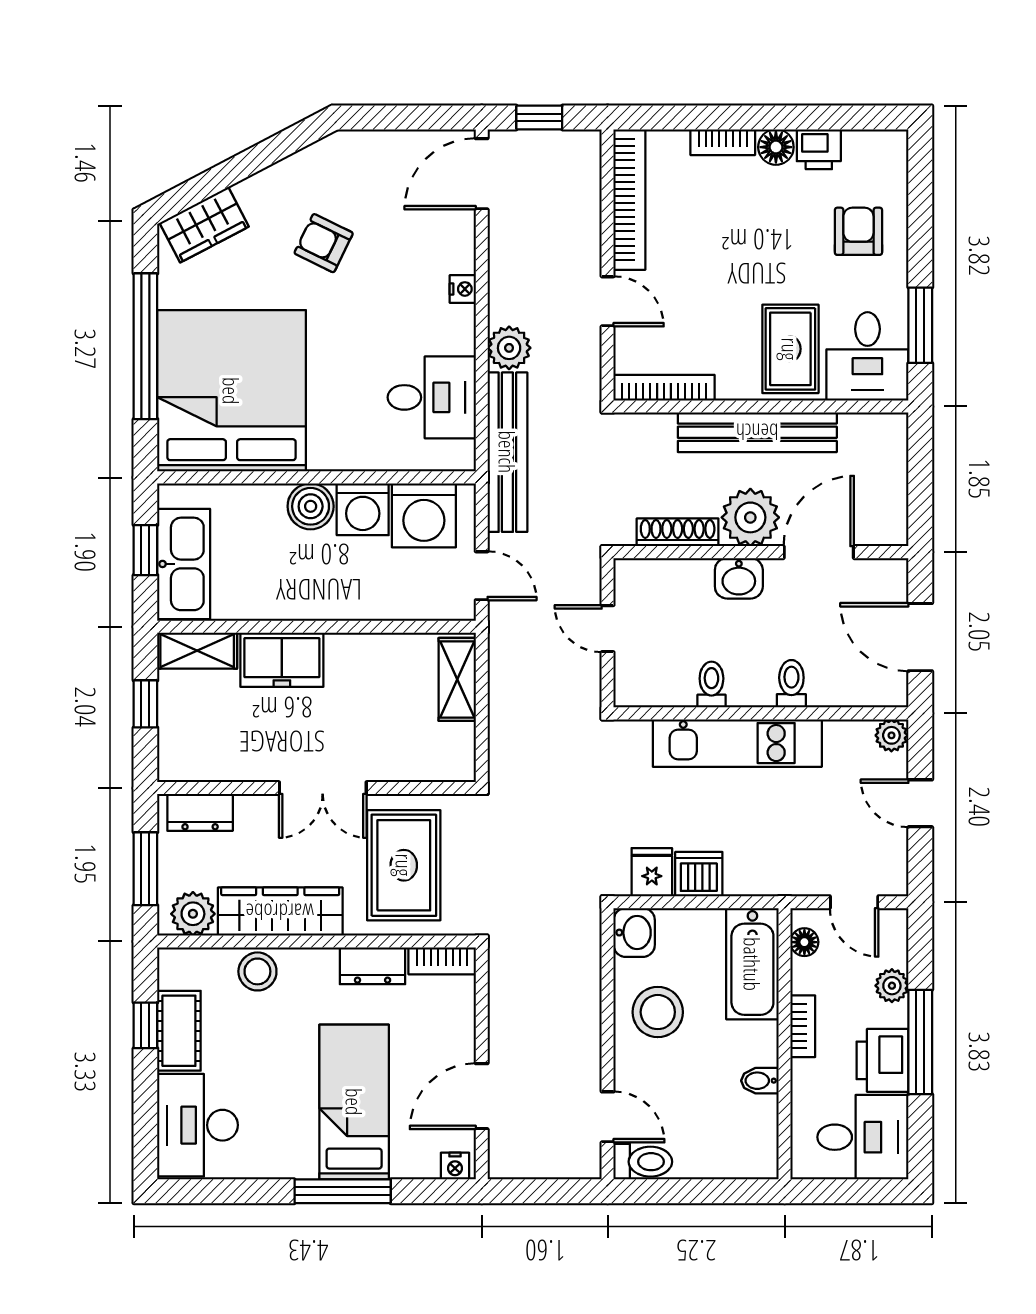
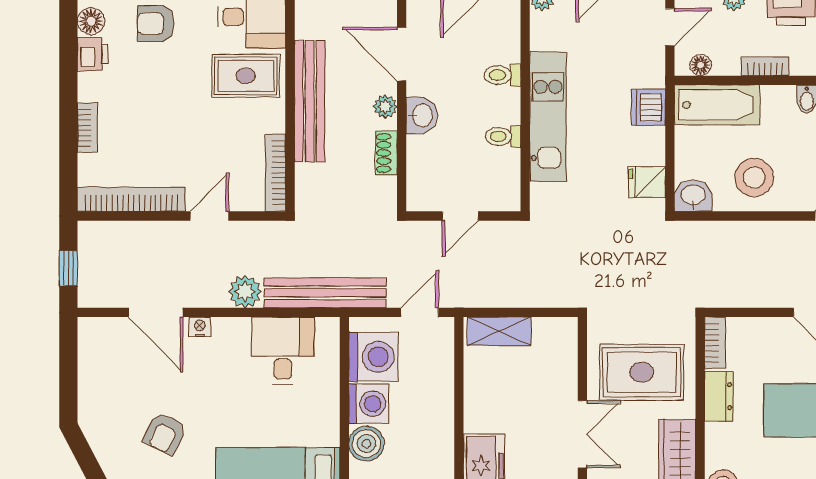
floor lamp: (776, 147) -> (91, 21), moved
door: (482, 174) -> (155, 312), moved
plant: (750, 517) -> (385, 107), width x0.53, depth x0.53
shoe rack: (678, 532) -> (386, 153), width x0.70
dishwasher: (699, 874) -> (648, 107), moved

